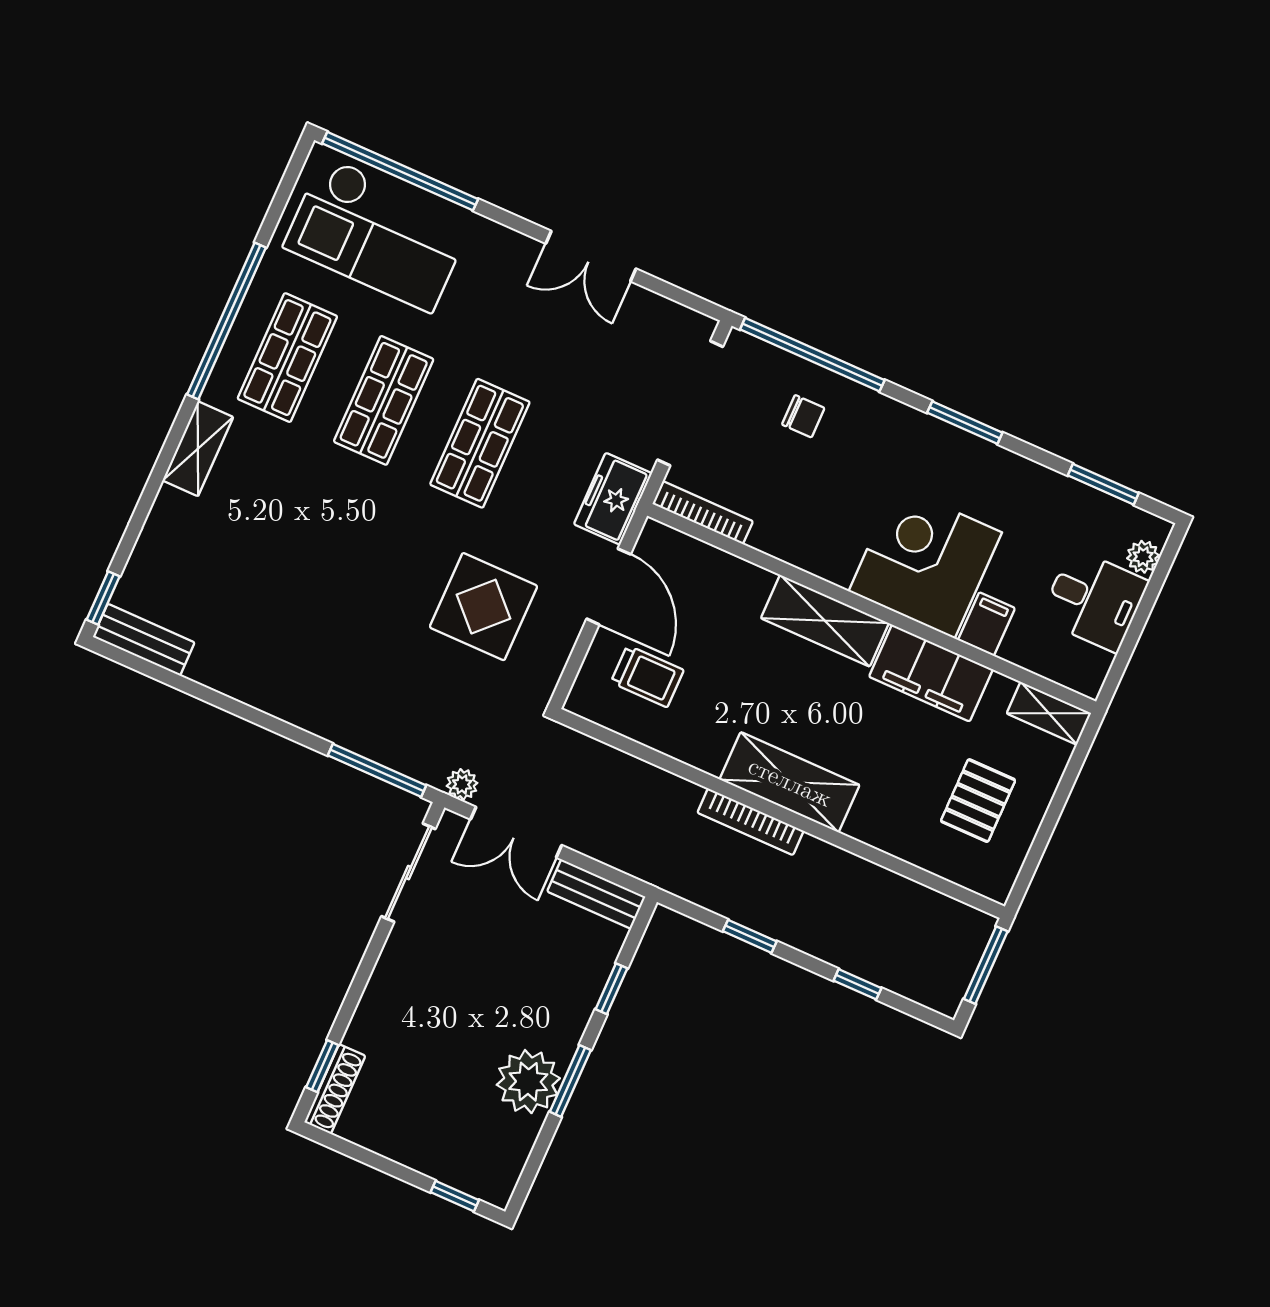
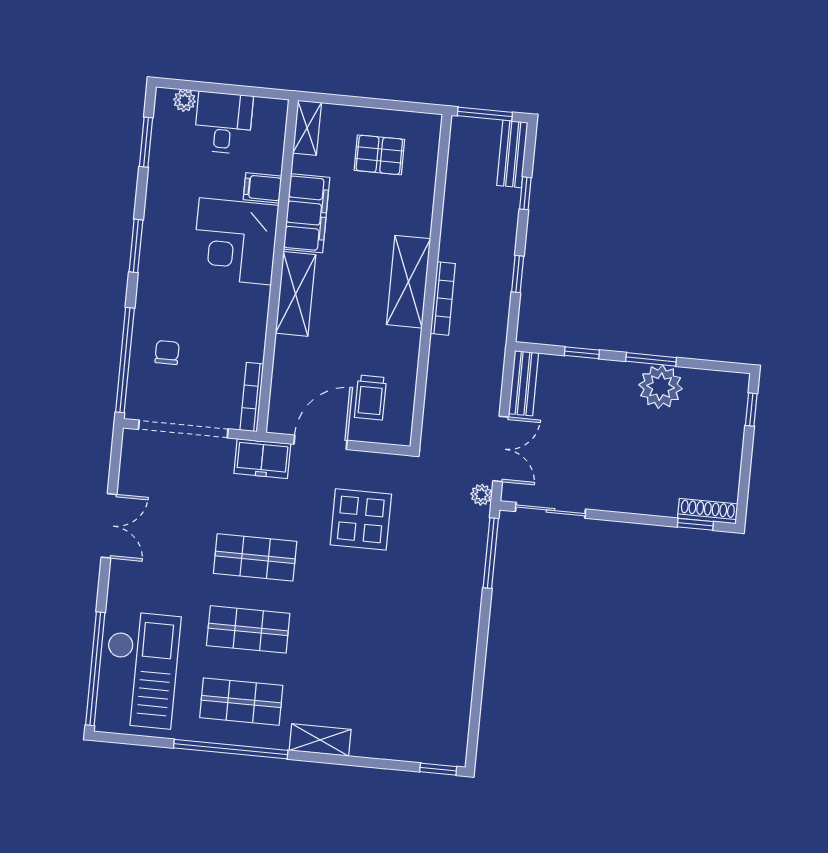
bench: (144, 640) -> (512, 154), moved
trolley: (647, 676) -> (370, 398), turned 180

